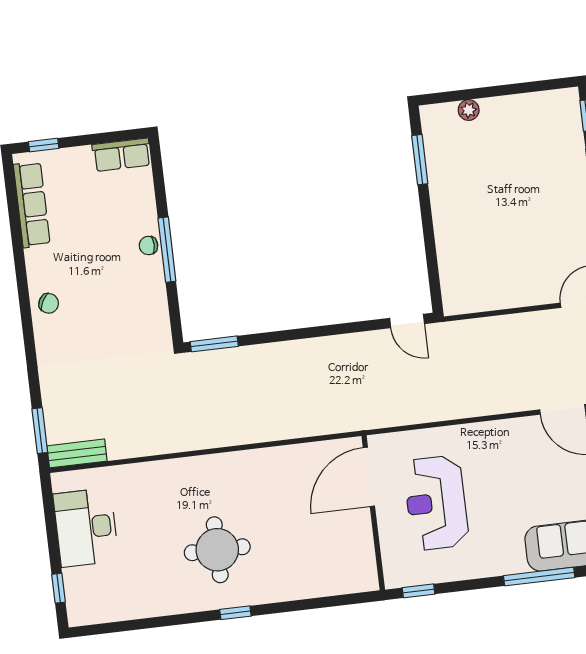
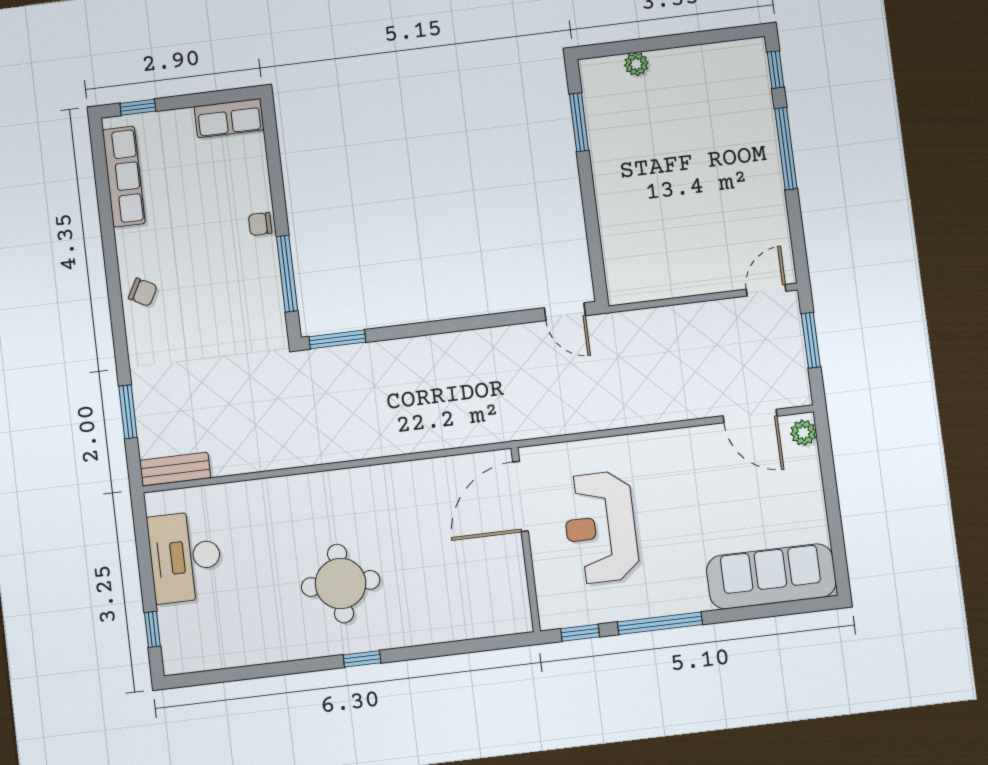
window: (167, 250) -> (287, 274), moved
window: (40, 431) -> (128, 412), moved
window: (539, 577) -> (660, 623), moved

